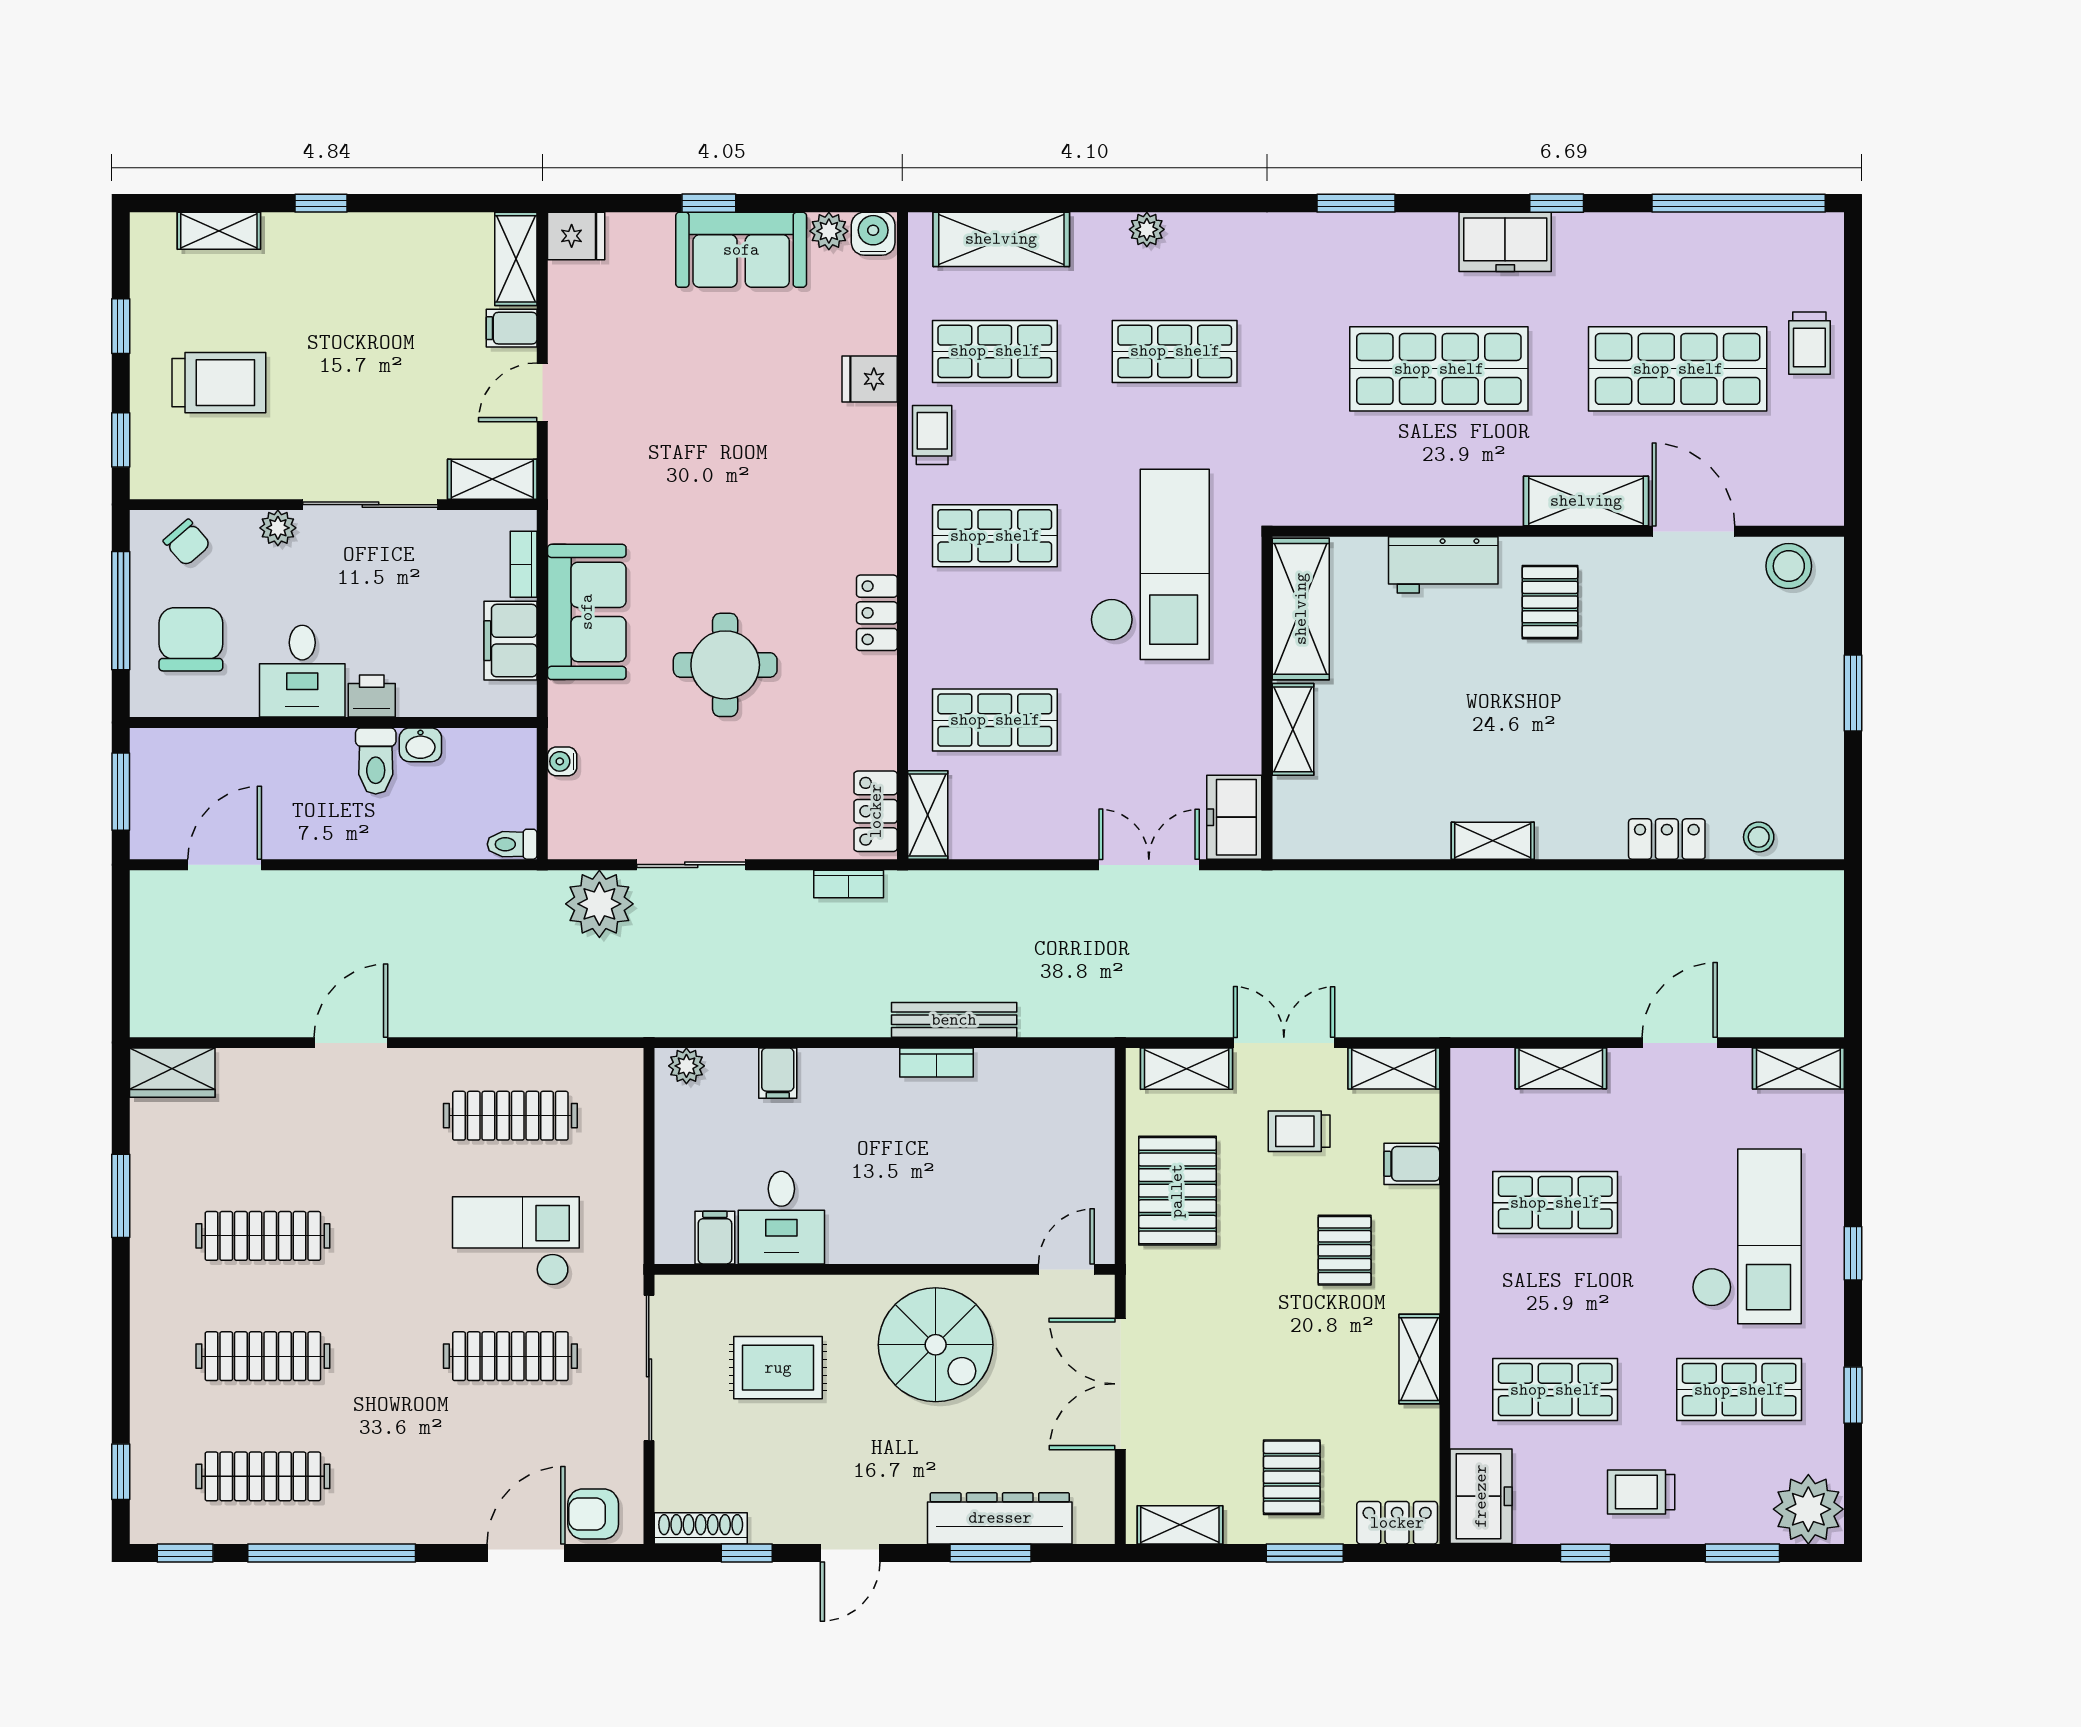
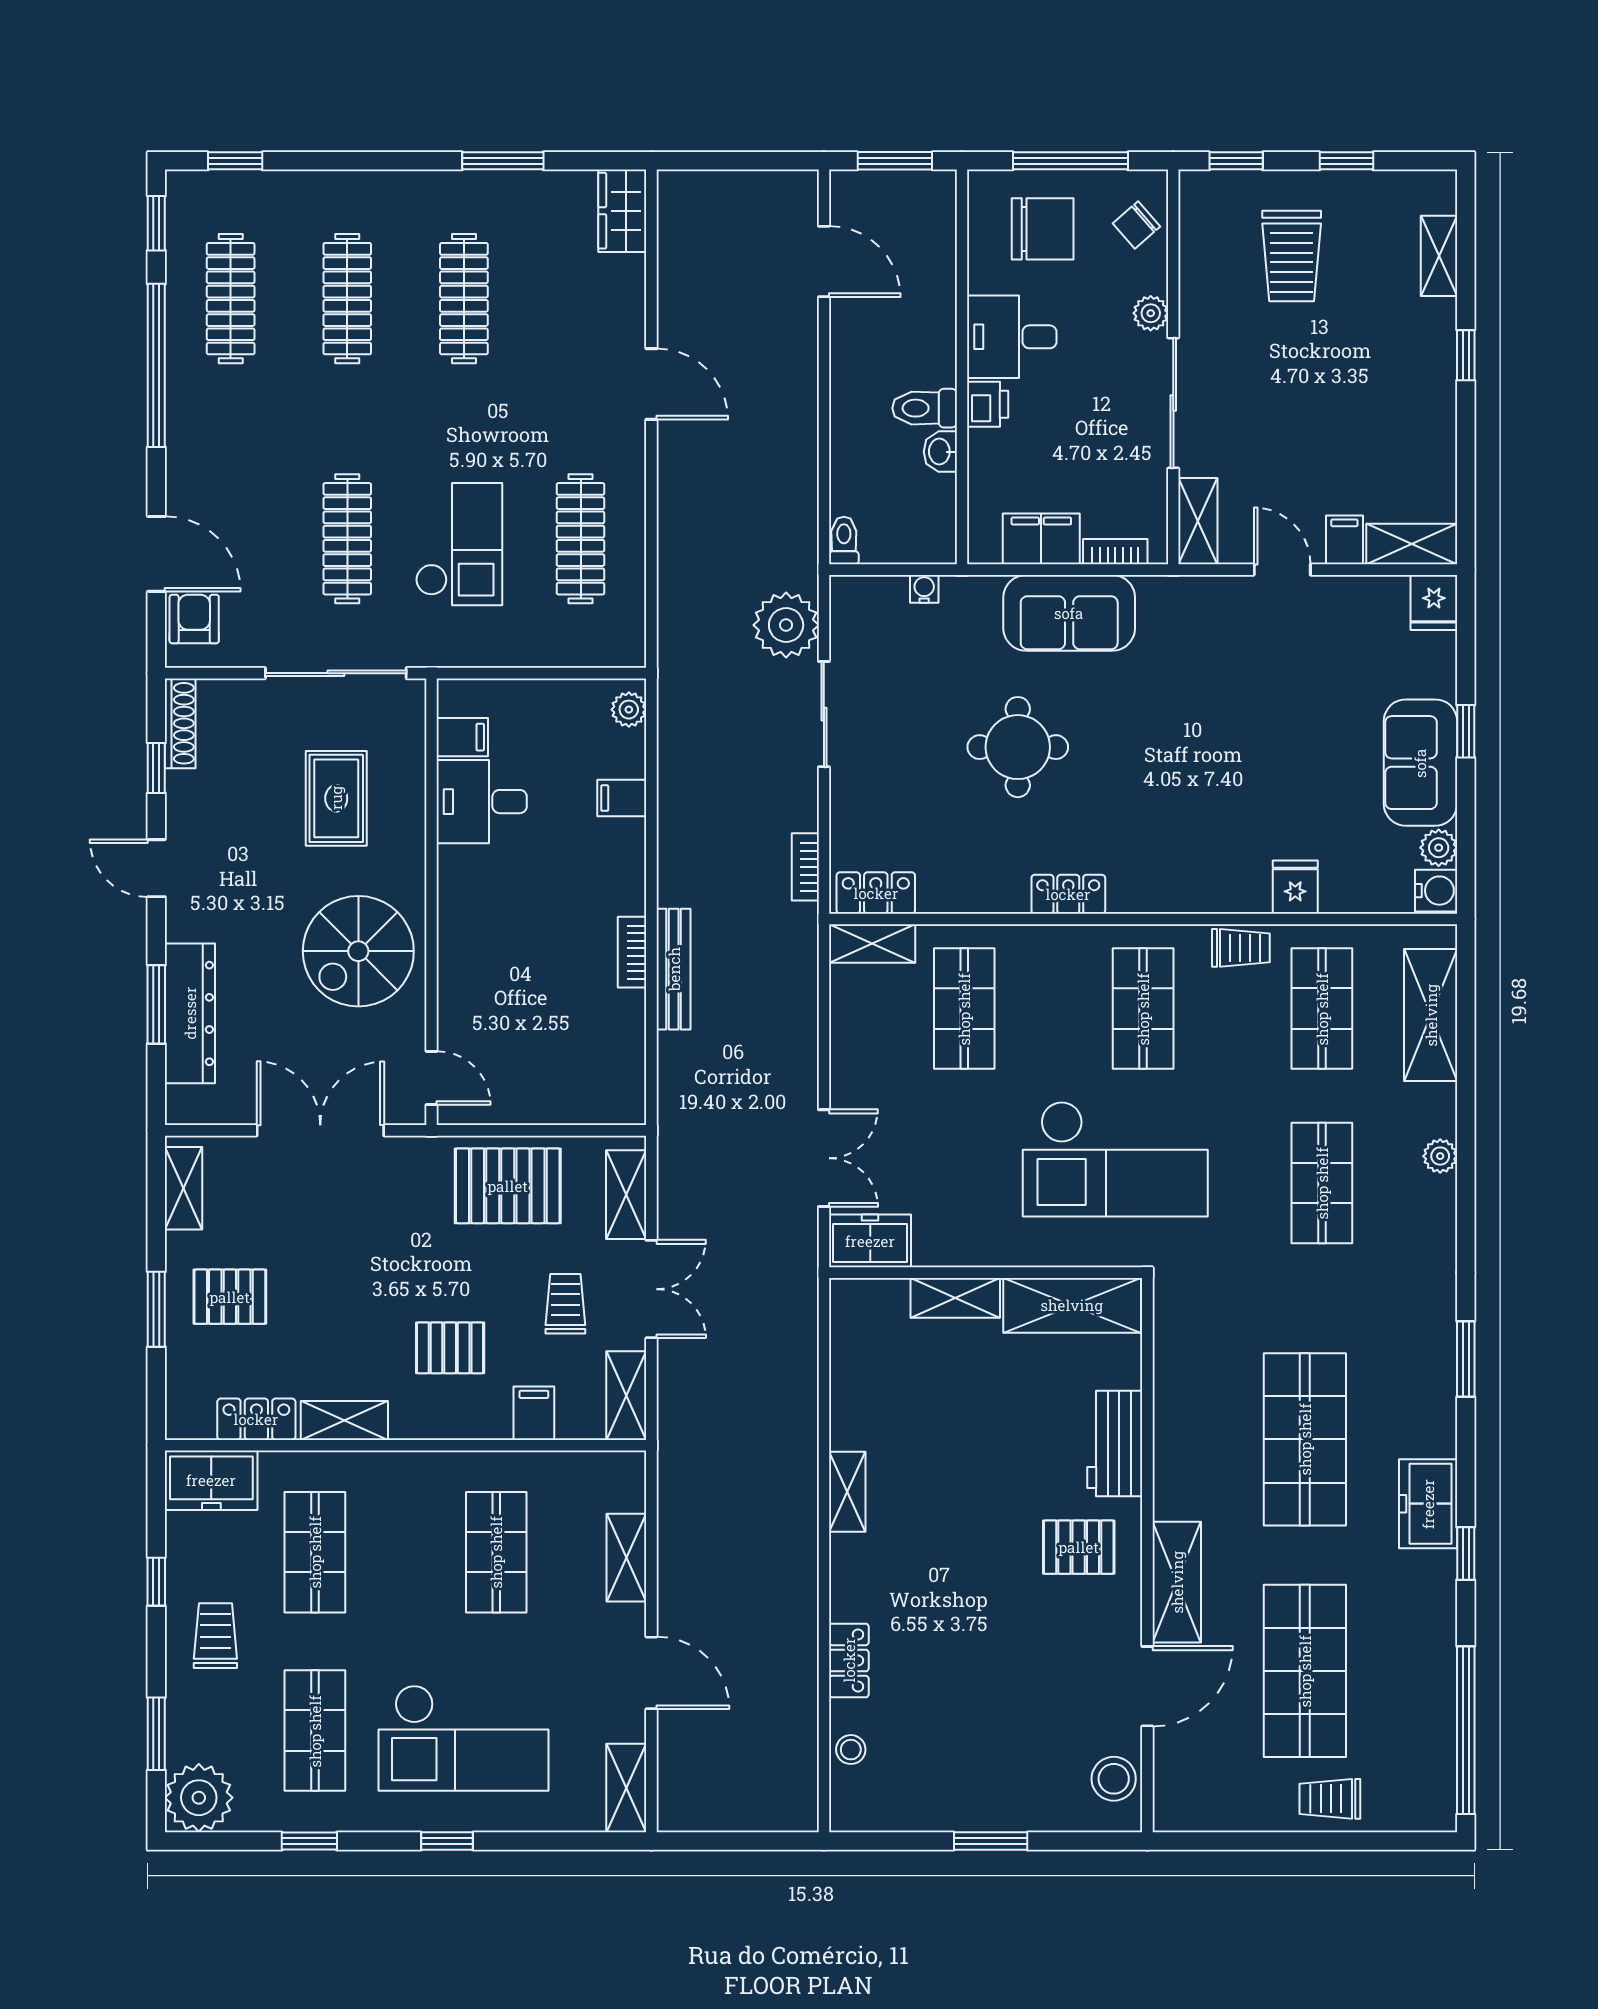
locker: (1397, 1523) -> (256, 1419), moved, turned -90

